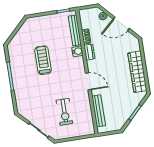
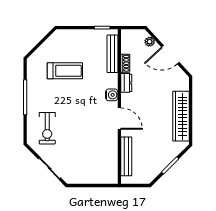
water cooler: (77, 51) -> (112, 95), moved
treadmill: (43, 60) -> (65, 71), moved, turned 90
exercise bike: (64, 112) -> (47, 128), moved

